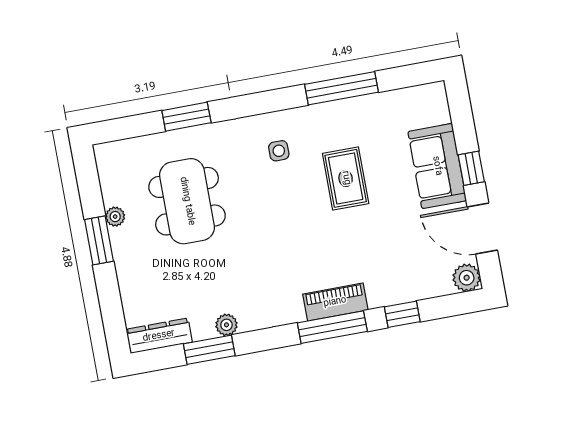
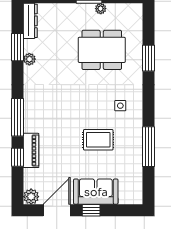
piano: (335, 302) -> (31, 150), moved

